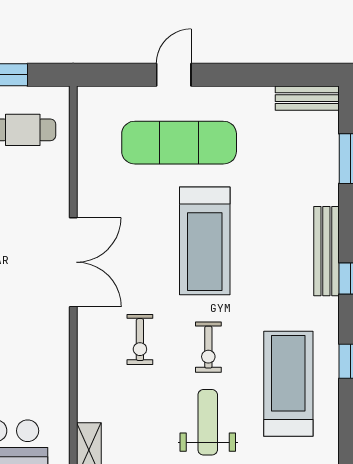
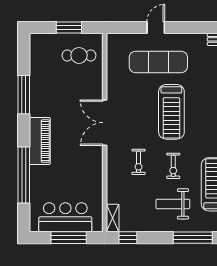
double door: (73, 262) -> (105, 123), swing flipped
weight bench: (208, 422) -> (173, 204), turned -90

